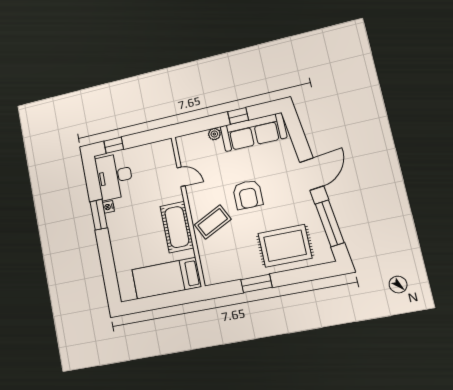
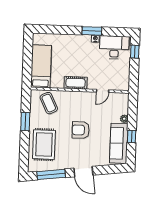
coffee table: (213, 222) -> (49, 103), moved
cot: (177, 227) -> (76, 83), width x0.73, depth x0.75

